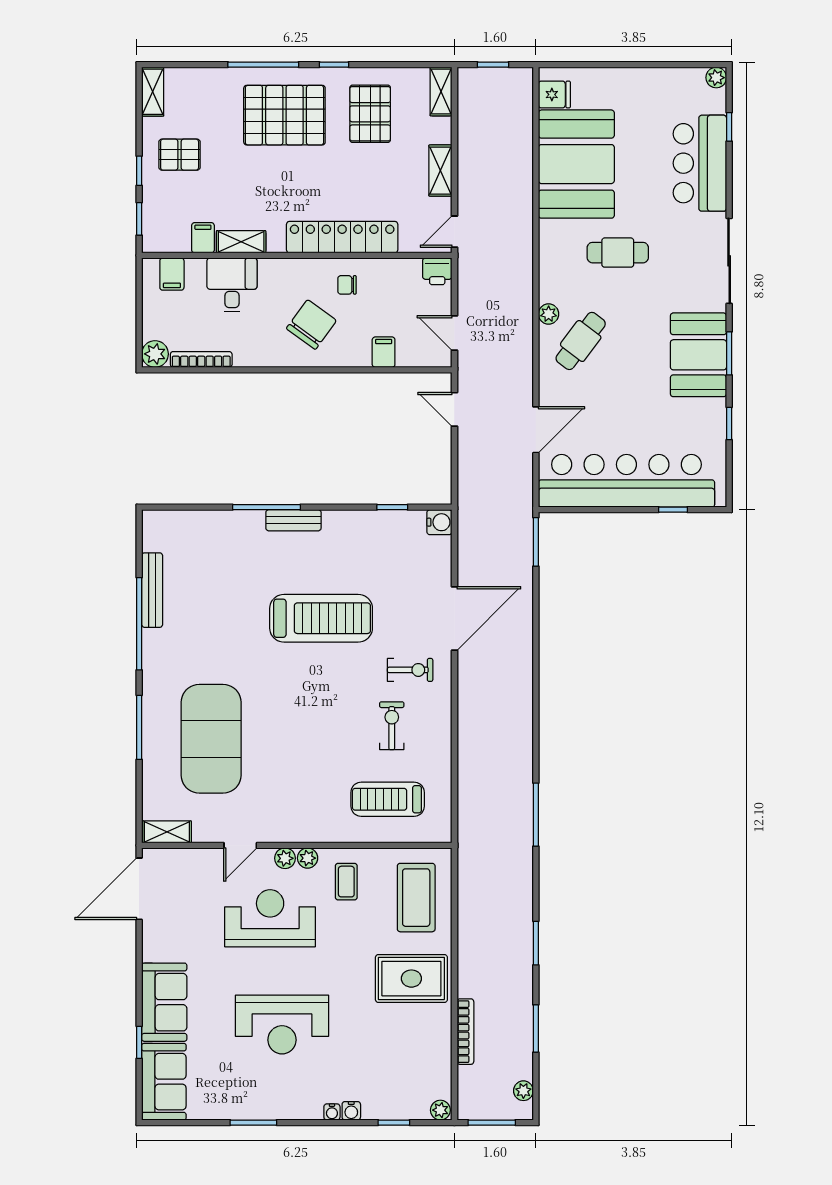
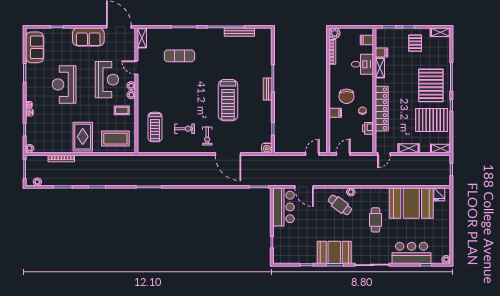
pallet: (370, 114) -> (431, 120), width x1.37, depth x1.41
door: (454, 232) -> (384, 154), swing flipped
printer: (437, 271) -> (368, 128), moved
chair: (311, 325) -> (346, 96), turned 53
filing cabinet: (384, 352) -> (335, 113), moved
bar counter: (626, 481) -> (283, 207), width x0.54
exercise mat: (211, 739) -> (179, 56), width x0.50, depth x0.69
treadmill: (388, 799) -> (155, 127), turned 180
sofa: (164, 1002) -> (88, 37), moved
sofa: (164, 1082) -> (35, 47), moved, turned -90

